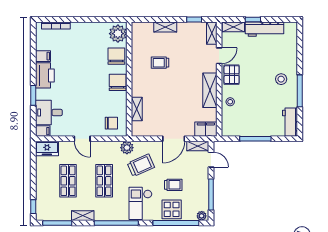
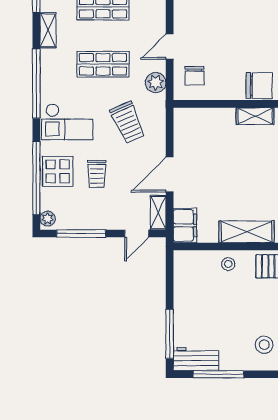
window: (300, 91) -> (218, 374), moved
shelving: (137, 109) -> (255, 116), moved
door: (82, 139) -> (170, 47), moved
door: (174, 139) -> (170, 174), hinge flipped
window: (255, 139) -> (170, 334), moved
plant: (127, 148) -> (156, 83), moved
checkout: (140, 203) -> (67, 122), turned 180

